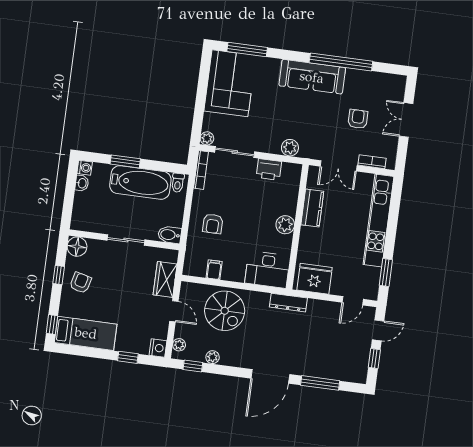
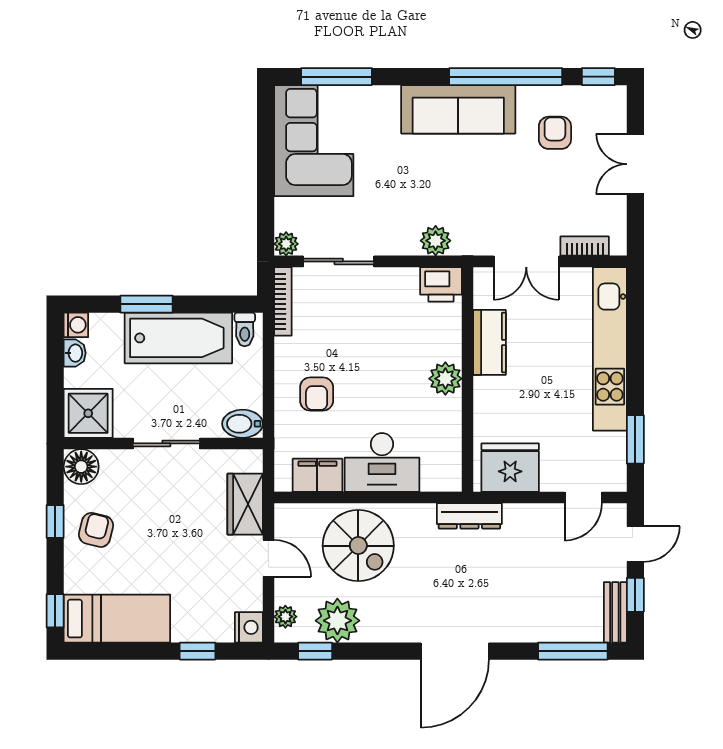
window: (392, 69) -> (598, 77), added
armchair: (358, 119) -> (555, 133), moved
printer: (269, 169) -> (441, 284), moved
shower: (85, 218) -> (88, 413), added
filing cabinet: (214, 270) -> (317, 475), width x2.00
desk: (267, 270) -> (382, 462), moved
plant: (213, 357) -> (337, 621), width x1.88, depth x1.88
bench: (362, 367) -> (615, 612), added
window: (320, 383) -> (573, 651), moved

